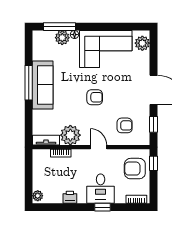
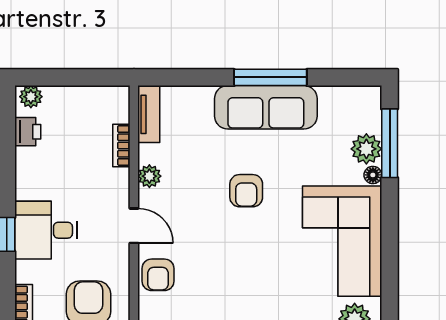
armchair: (95, 97) -> (246, 191), moved
armchair: (125, 125) -> (158, 275), moved
plant: (70, 135) -> (149, 176), width x0.53, depth x0.53
door: (99, 147) -> (134, 226), hinge flipped
printer: (70, 197) -> (28, 132), moved

